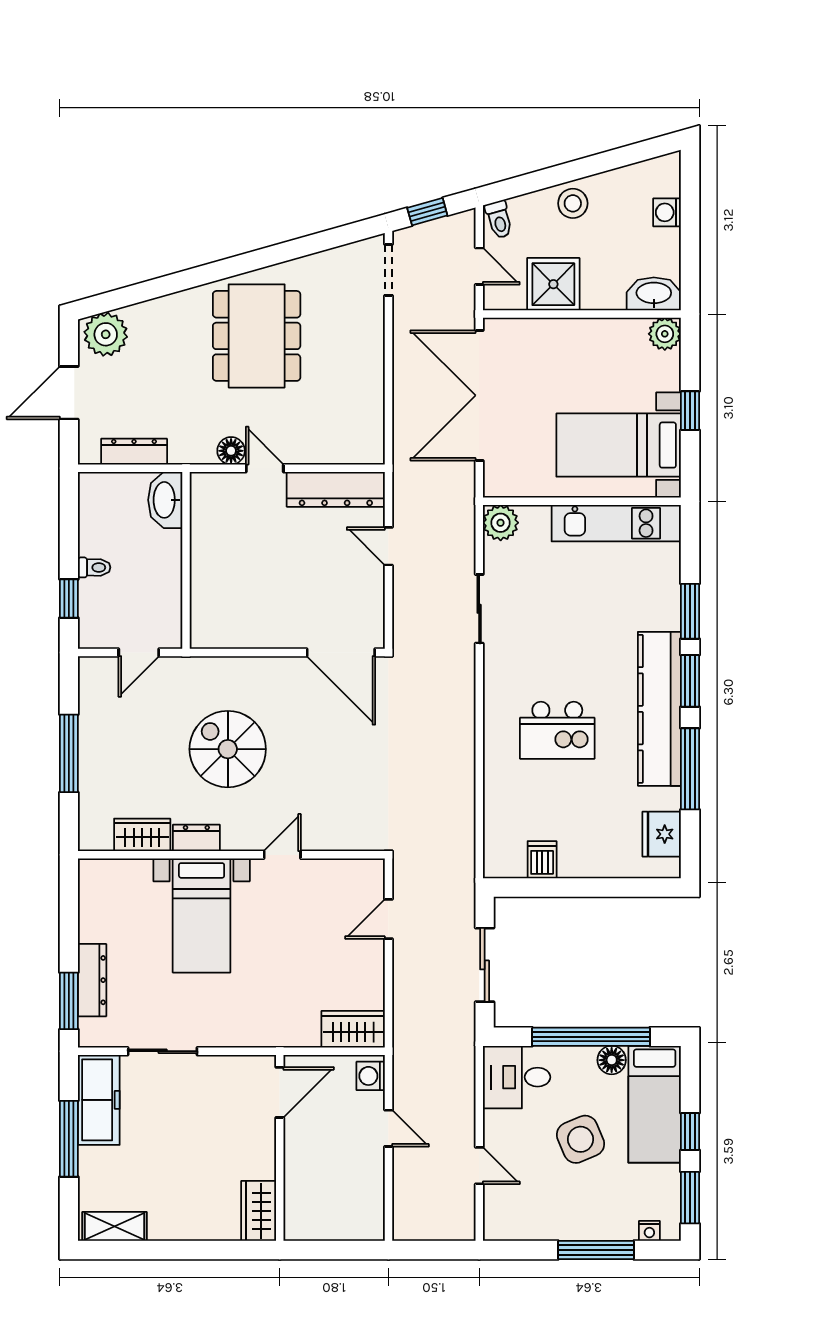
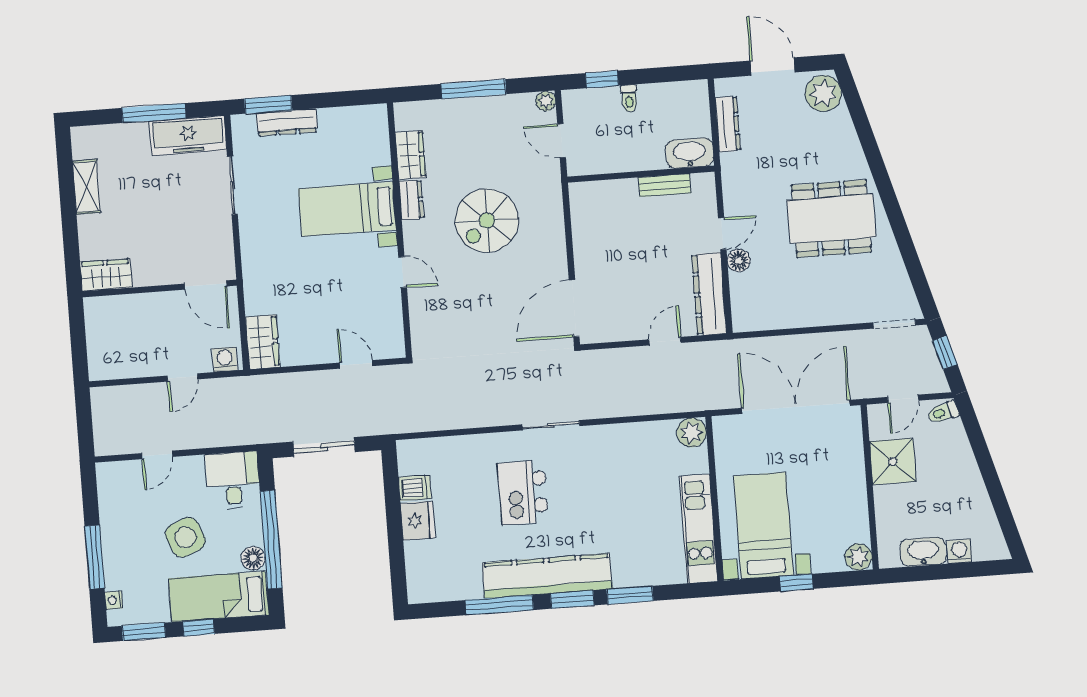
stool: (573, 203) -> (961, 473), removed
washbasin: (654, 294) -> (923, 552), moved, turned -90
floor lamp: (231, 451) -> (739, 261), moved
bench: (202, 533) -> (665, 185), added
sliding door: (479, 609) -> (551, 425), moved
plant: (90, 668) -> (546, 101), added
spiral stairs: (228, 749) -> (487, 220), turned 180
fridge: (662, 834) -> (418, 521), moved, turned 90
shelving: (114, 1226) -> (86, 187), moved

